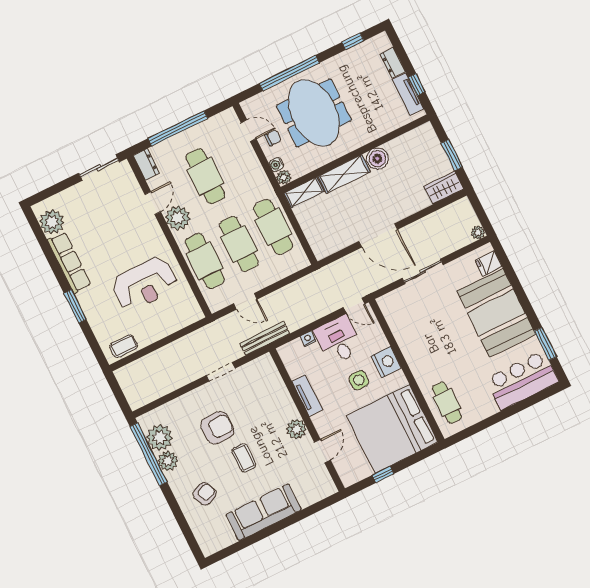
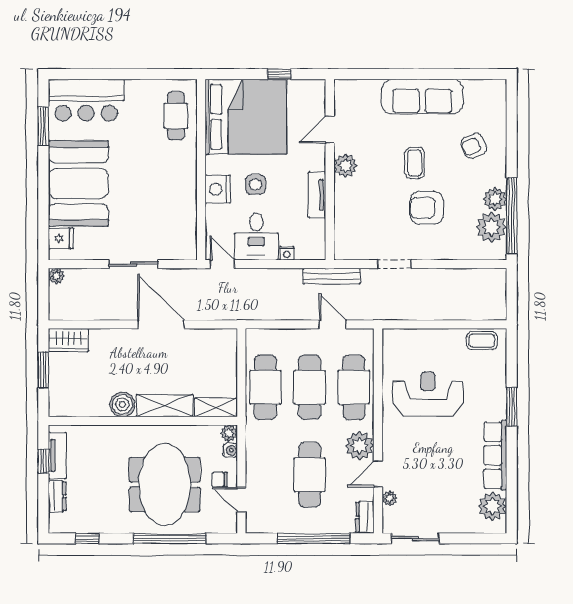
plant: (135, 189) -> (390, 498), added

